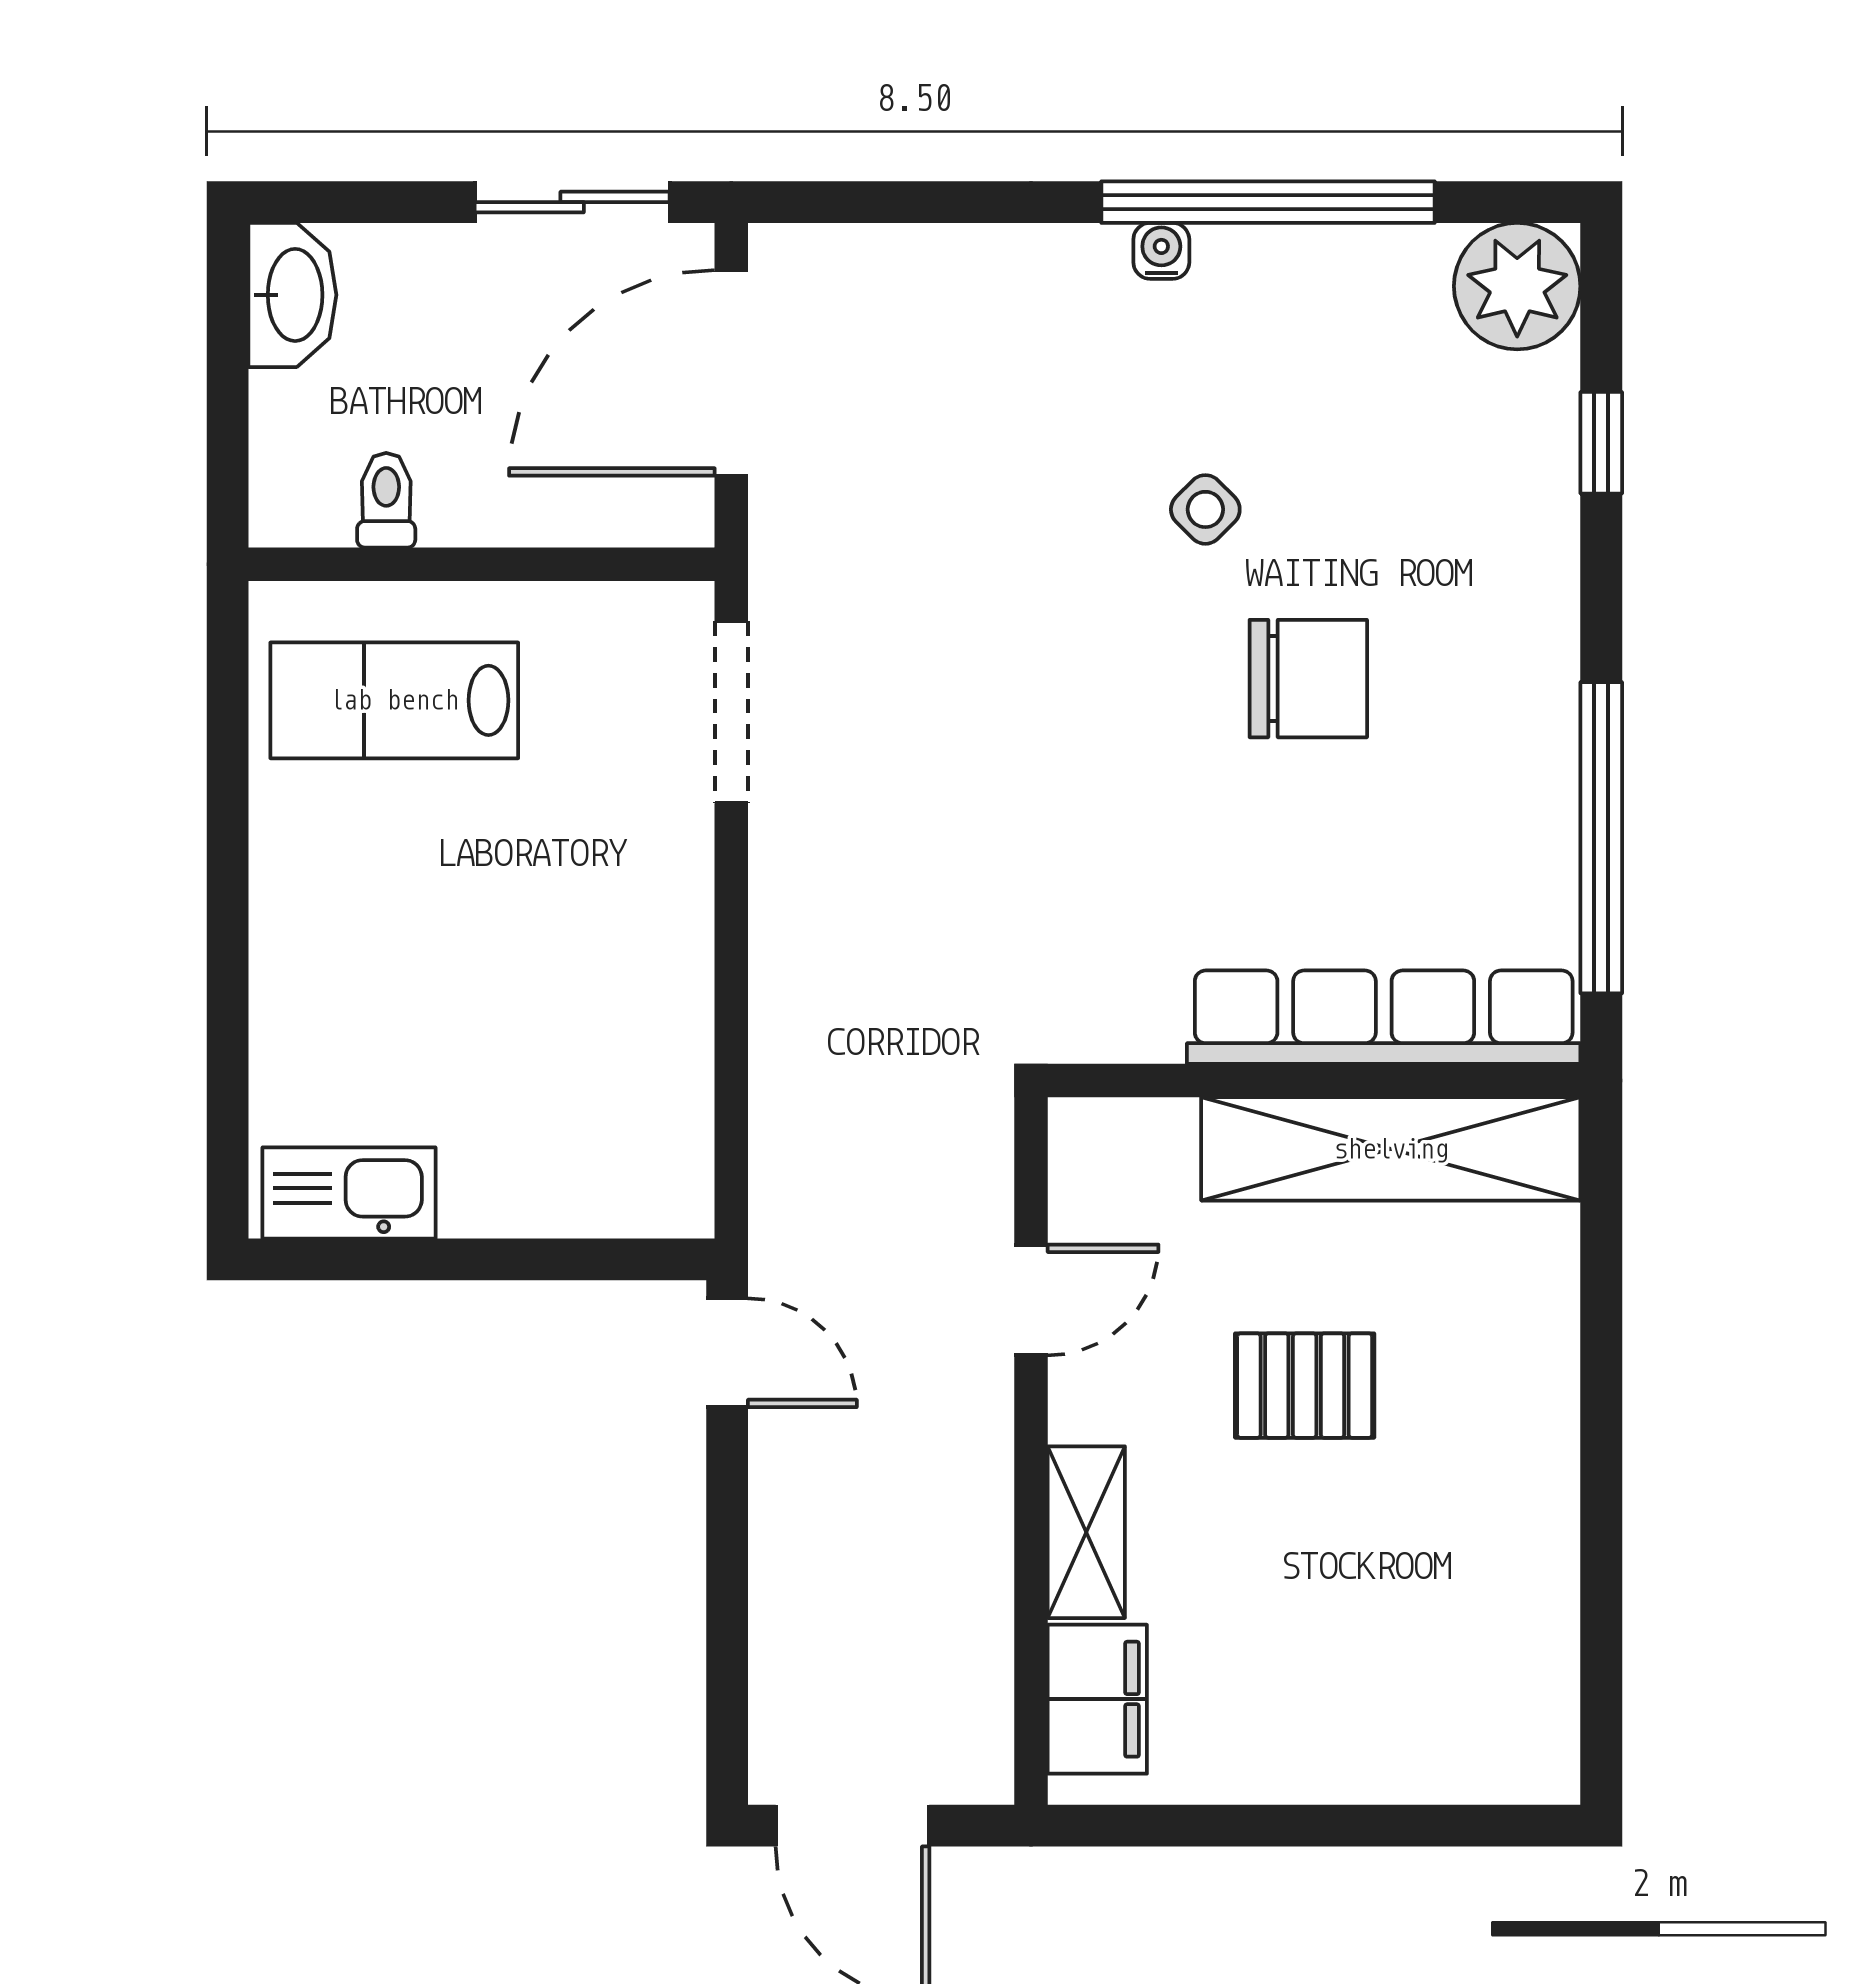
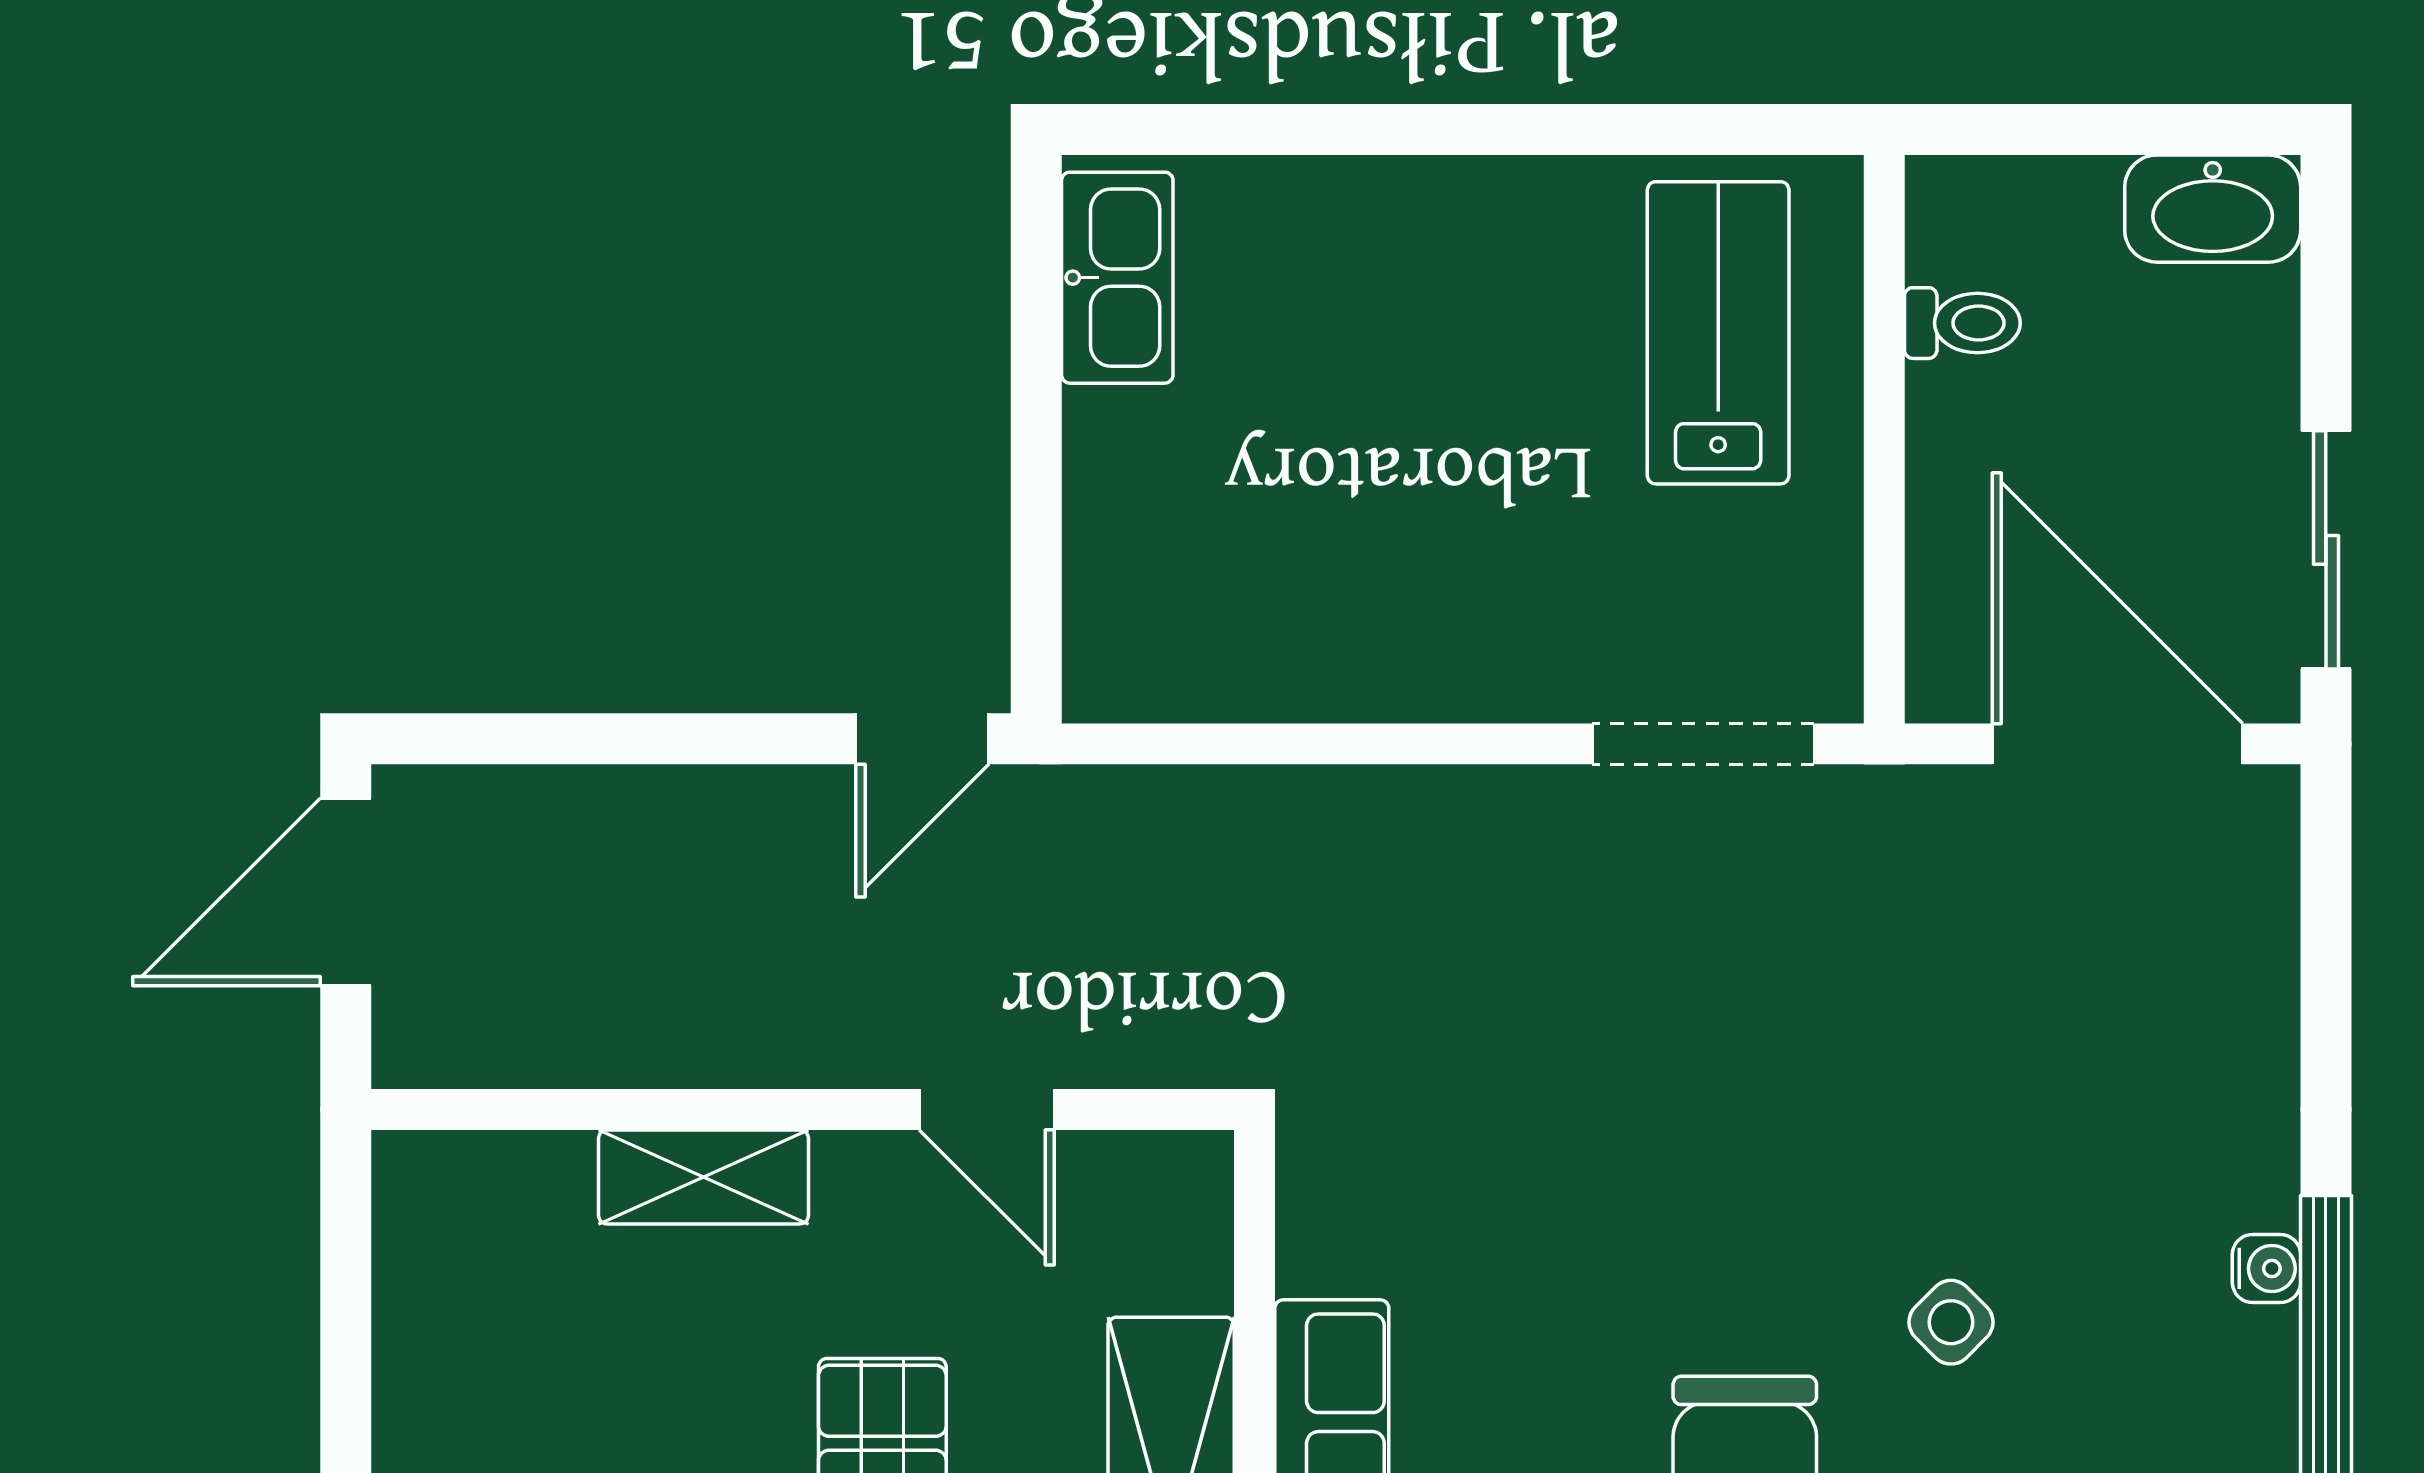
filing cabinet: (1097, 1699) -> (500, 1190), removed

